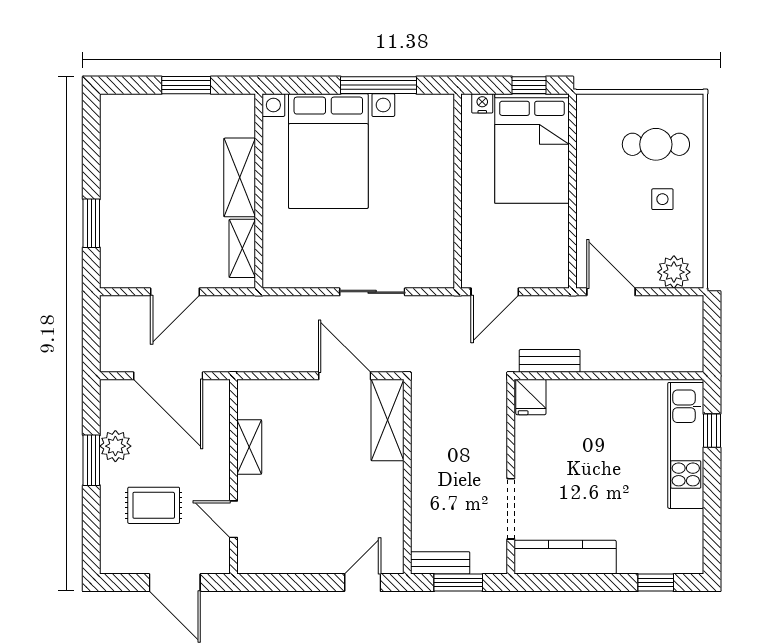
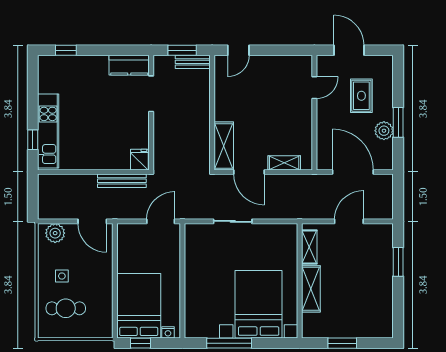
bench: (550, 361) -> (122, 181), width x1.36
shelving: (249, 447) -> (284, 163), moved, turned 90
rug: (154, 505) -> (361, 96), turned 90
door: (234, 519) -> (314, 88), hinge flipped
kitchen counter: (565, 557) -> (129, 65), width x0.67

